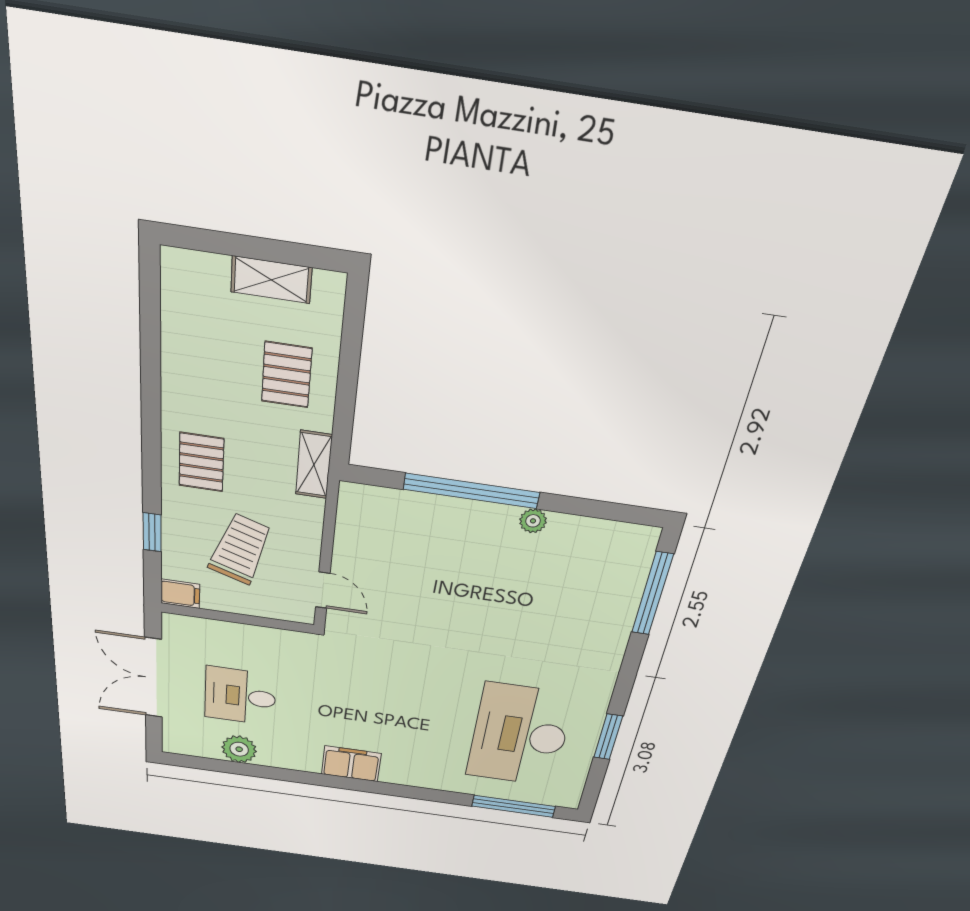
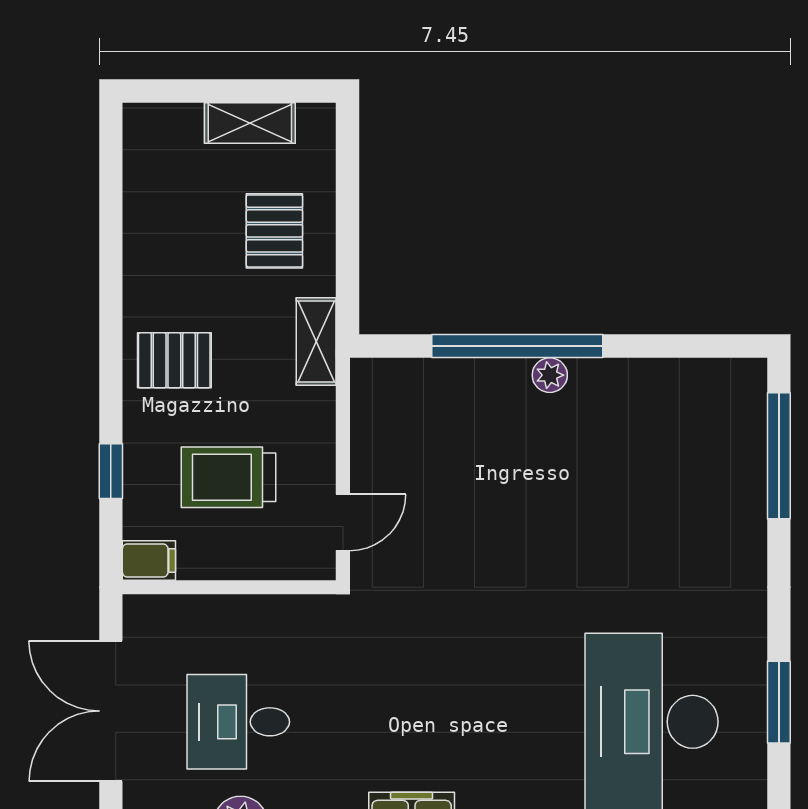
pallet: (201, 462) -> (174, 360), turned 90
plant: (533, 521) -> (550, 375), moved
trolley: (240, 549) -> (229, 477), turned -108
door: (323, 590) -> (343, 522), hinge flipped

